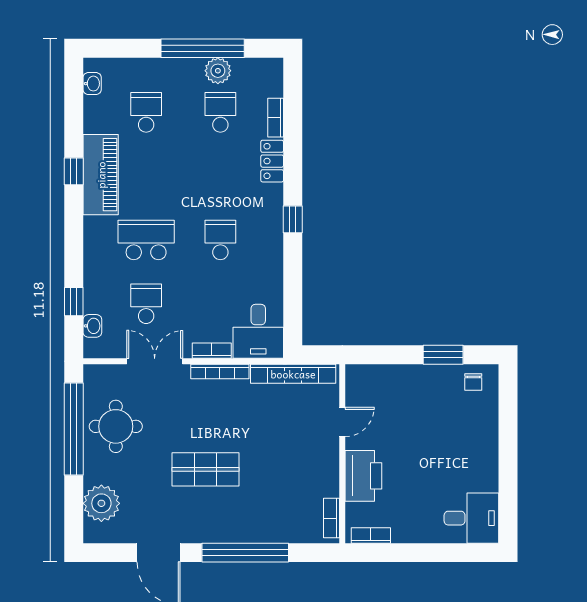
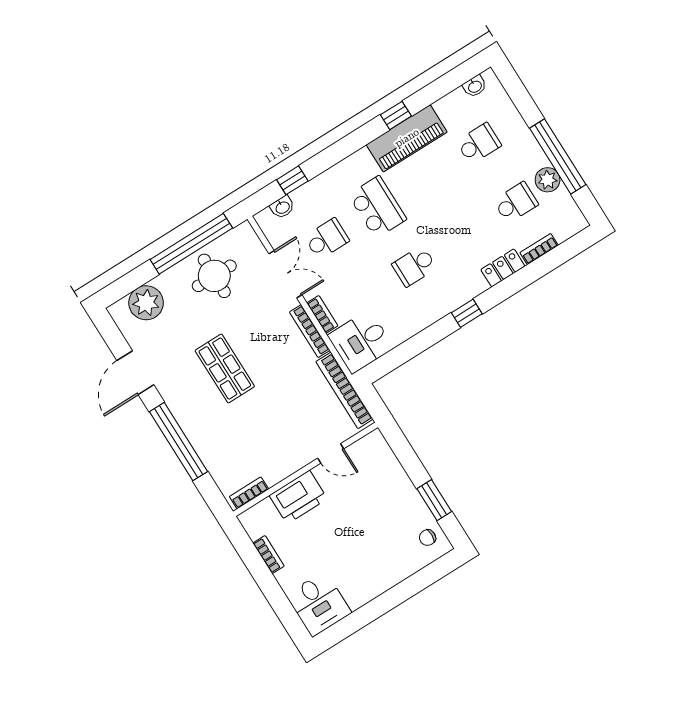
school desk: (220, 240) -> (414, 266), turned 180
bookcase: (371, 535) -> (268, 555), moved

